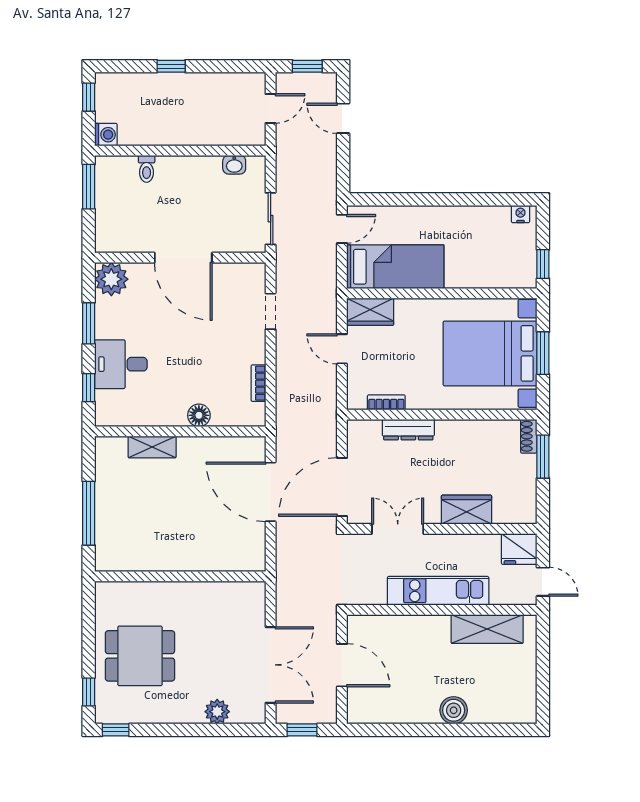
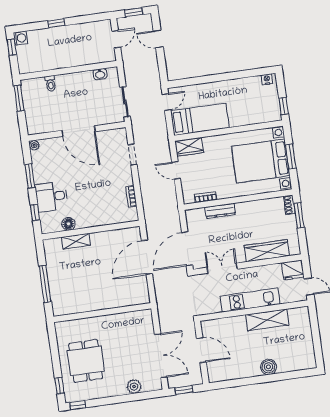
washing machine: (106, 135) -> (21, 38), moved
plant: (111, 279) -> (34, 145), width x0.53, depth x0.53
floor lamp: (199, 415) -> (69, 224), moved
door: (271, 492) -> (147, 257), hinge flipped
wardrobe: (467, 510) -> (267, 251), width x1.50
shelving: (487, 629) -> (267, 320), moved
dining table: (140, 656) -> (86, 361), turned 90

